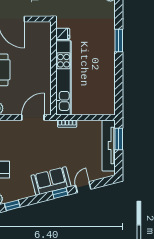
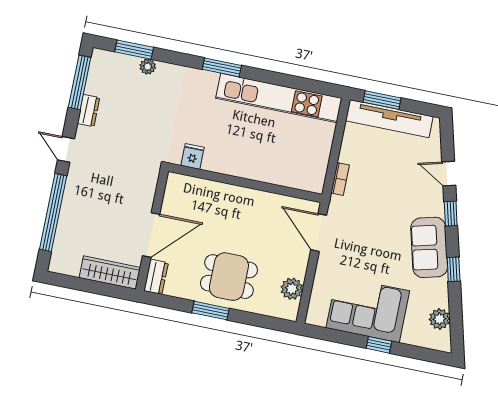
kitchen unit: (63, 78) -> (279, 98), moved, turned 180
sofa: (51, 181) -> (429, 247), moved
window: (12, 205) -> (454, 269), moved

